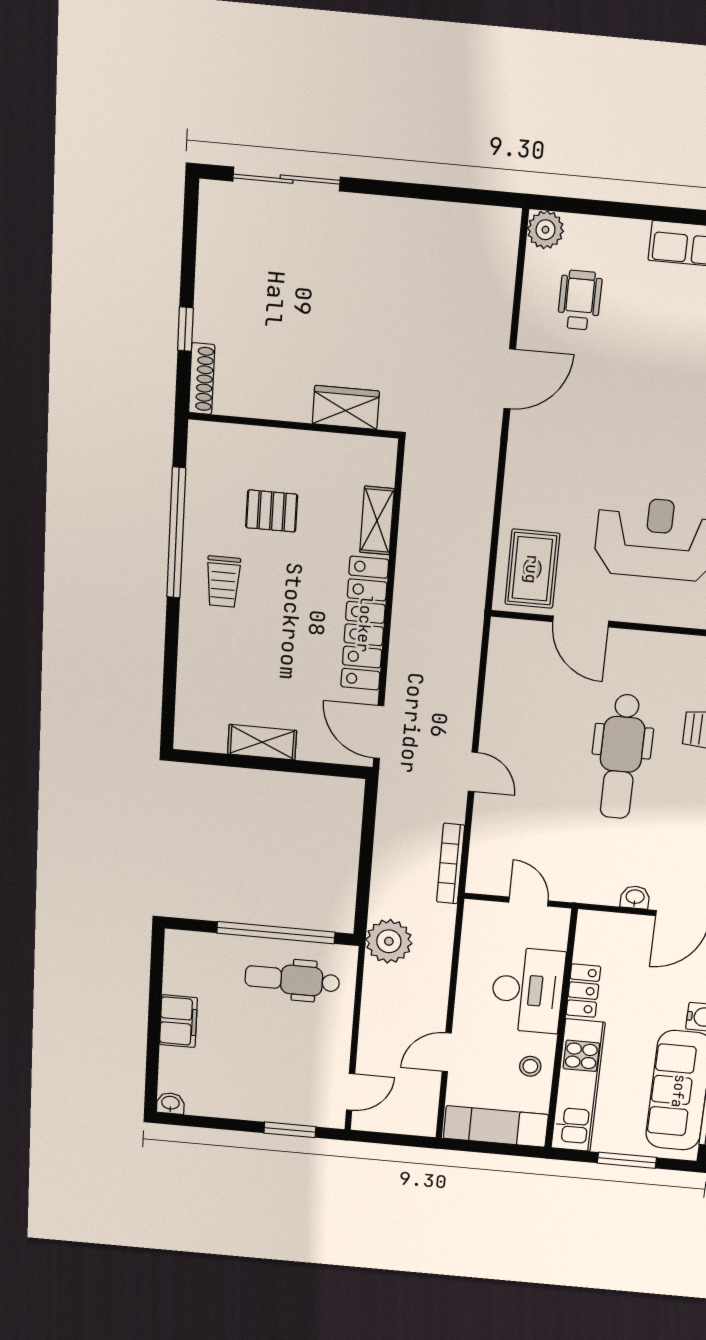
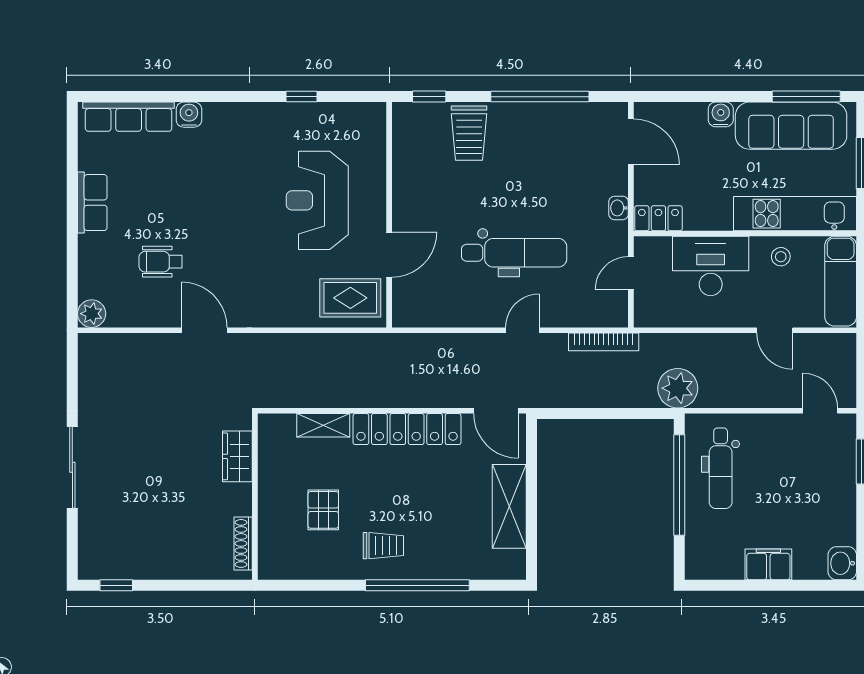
sliding door: (287, 179) -> (72, 467), moved
wheelchair: (580, 300) -> (161, 262), moved
window: (185, 329) -> (116, 585), moved
shoe rack: (202, 379) -> (243, 543), moved, turned -90
window: (176, 533) -> (417, 585), moved
door: (379, 732) -> (496, 411), hinge flipped
shelving: (262, 742) -> (509, 506), width x1.50, depth x1.33
dental chair: (621, 757) -> (514, 253), moved
washbasin: (635, 897) -> (619, 208), moved
locker: (583, 991) -> (658, 218), moved
washbasin: (170, 1103) -> (842, 563), width x1.38, depth x1.45

